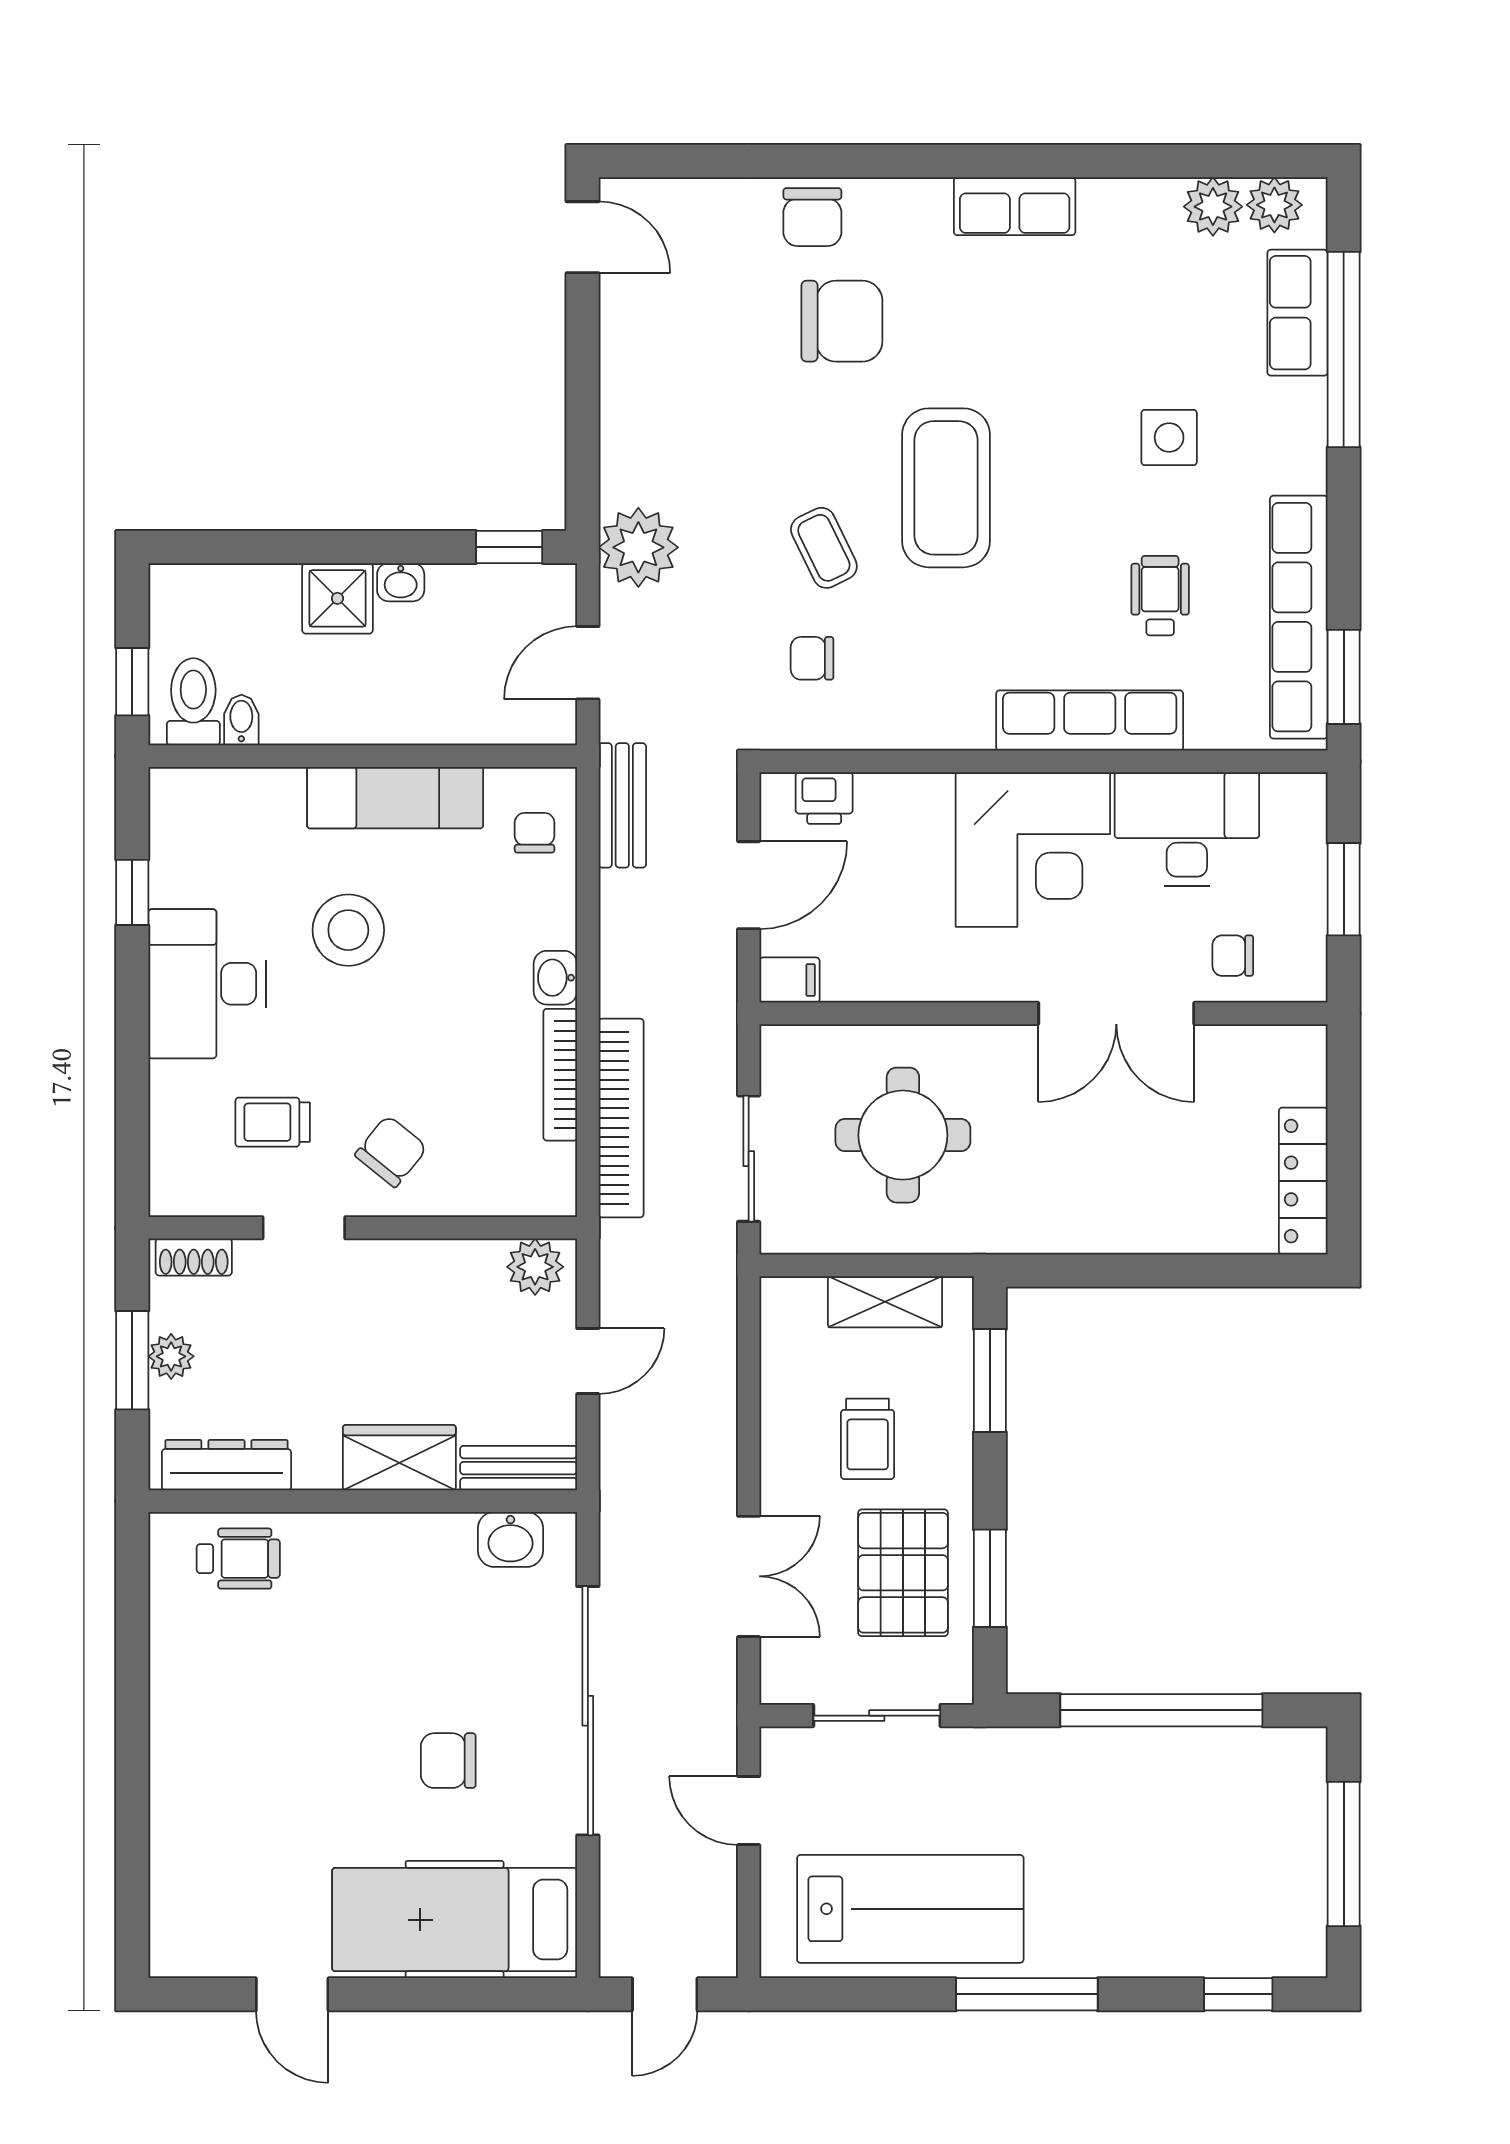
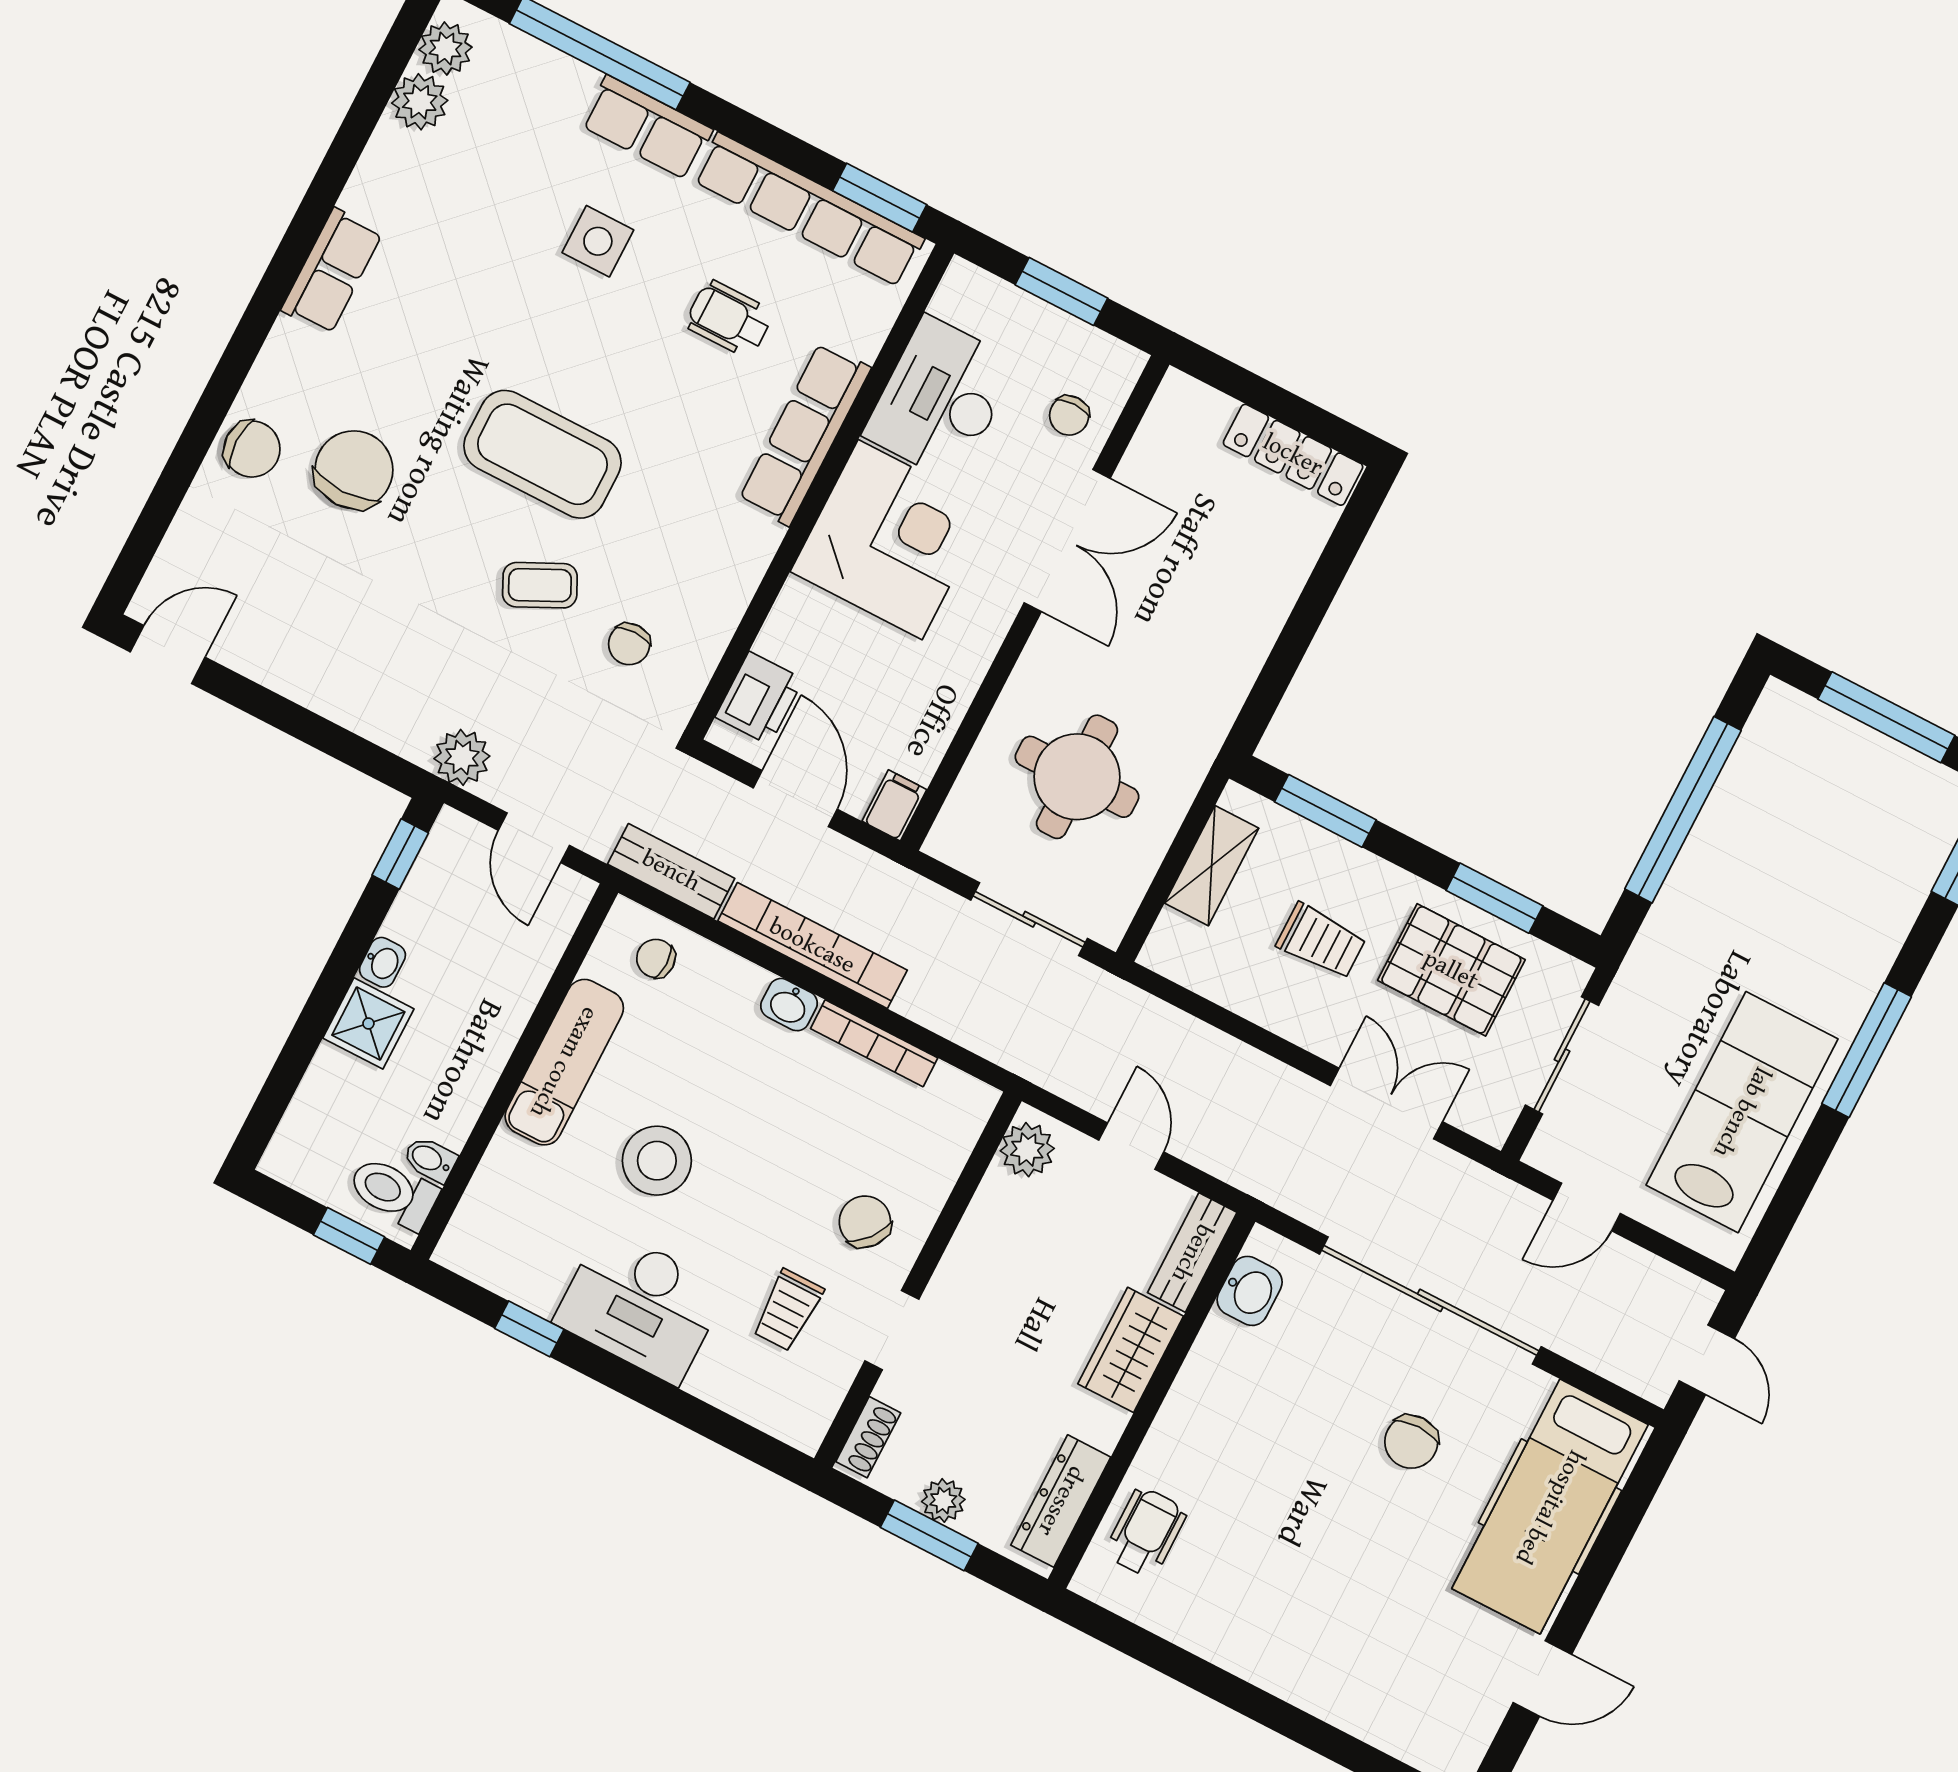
row of seats: (1297, 313) -> (647, 127), moved
plant: (638, 547) -> (462, 757), width x0.73, depth x0.73
printer: (824, 798) -> (759, 698), width x1.36, depth x1.24
bookcase: (621, 1118) -> (812, 946), moved

